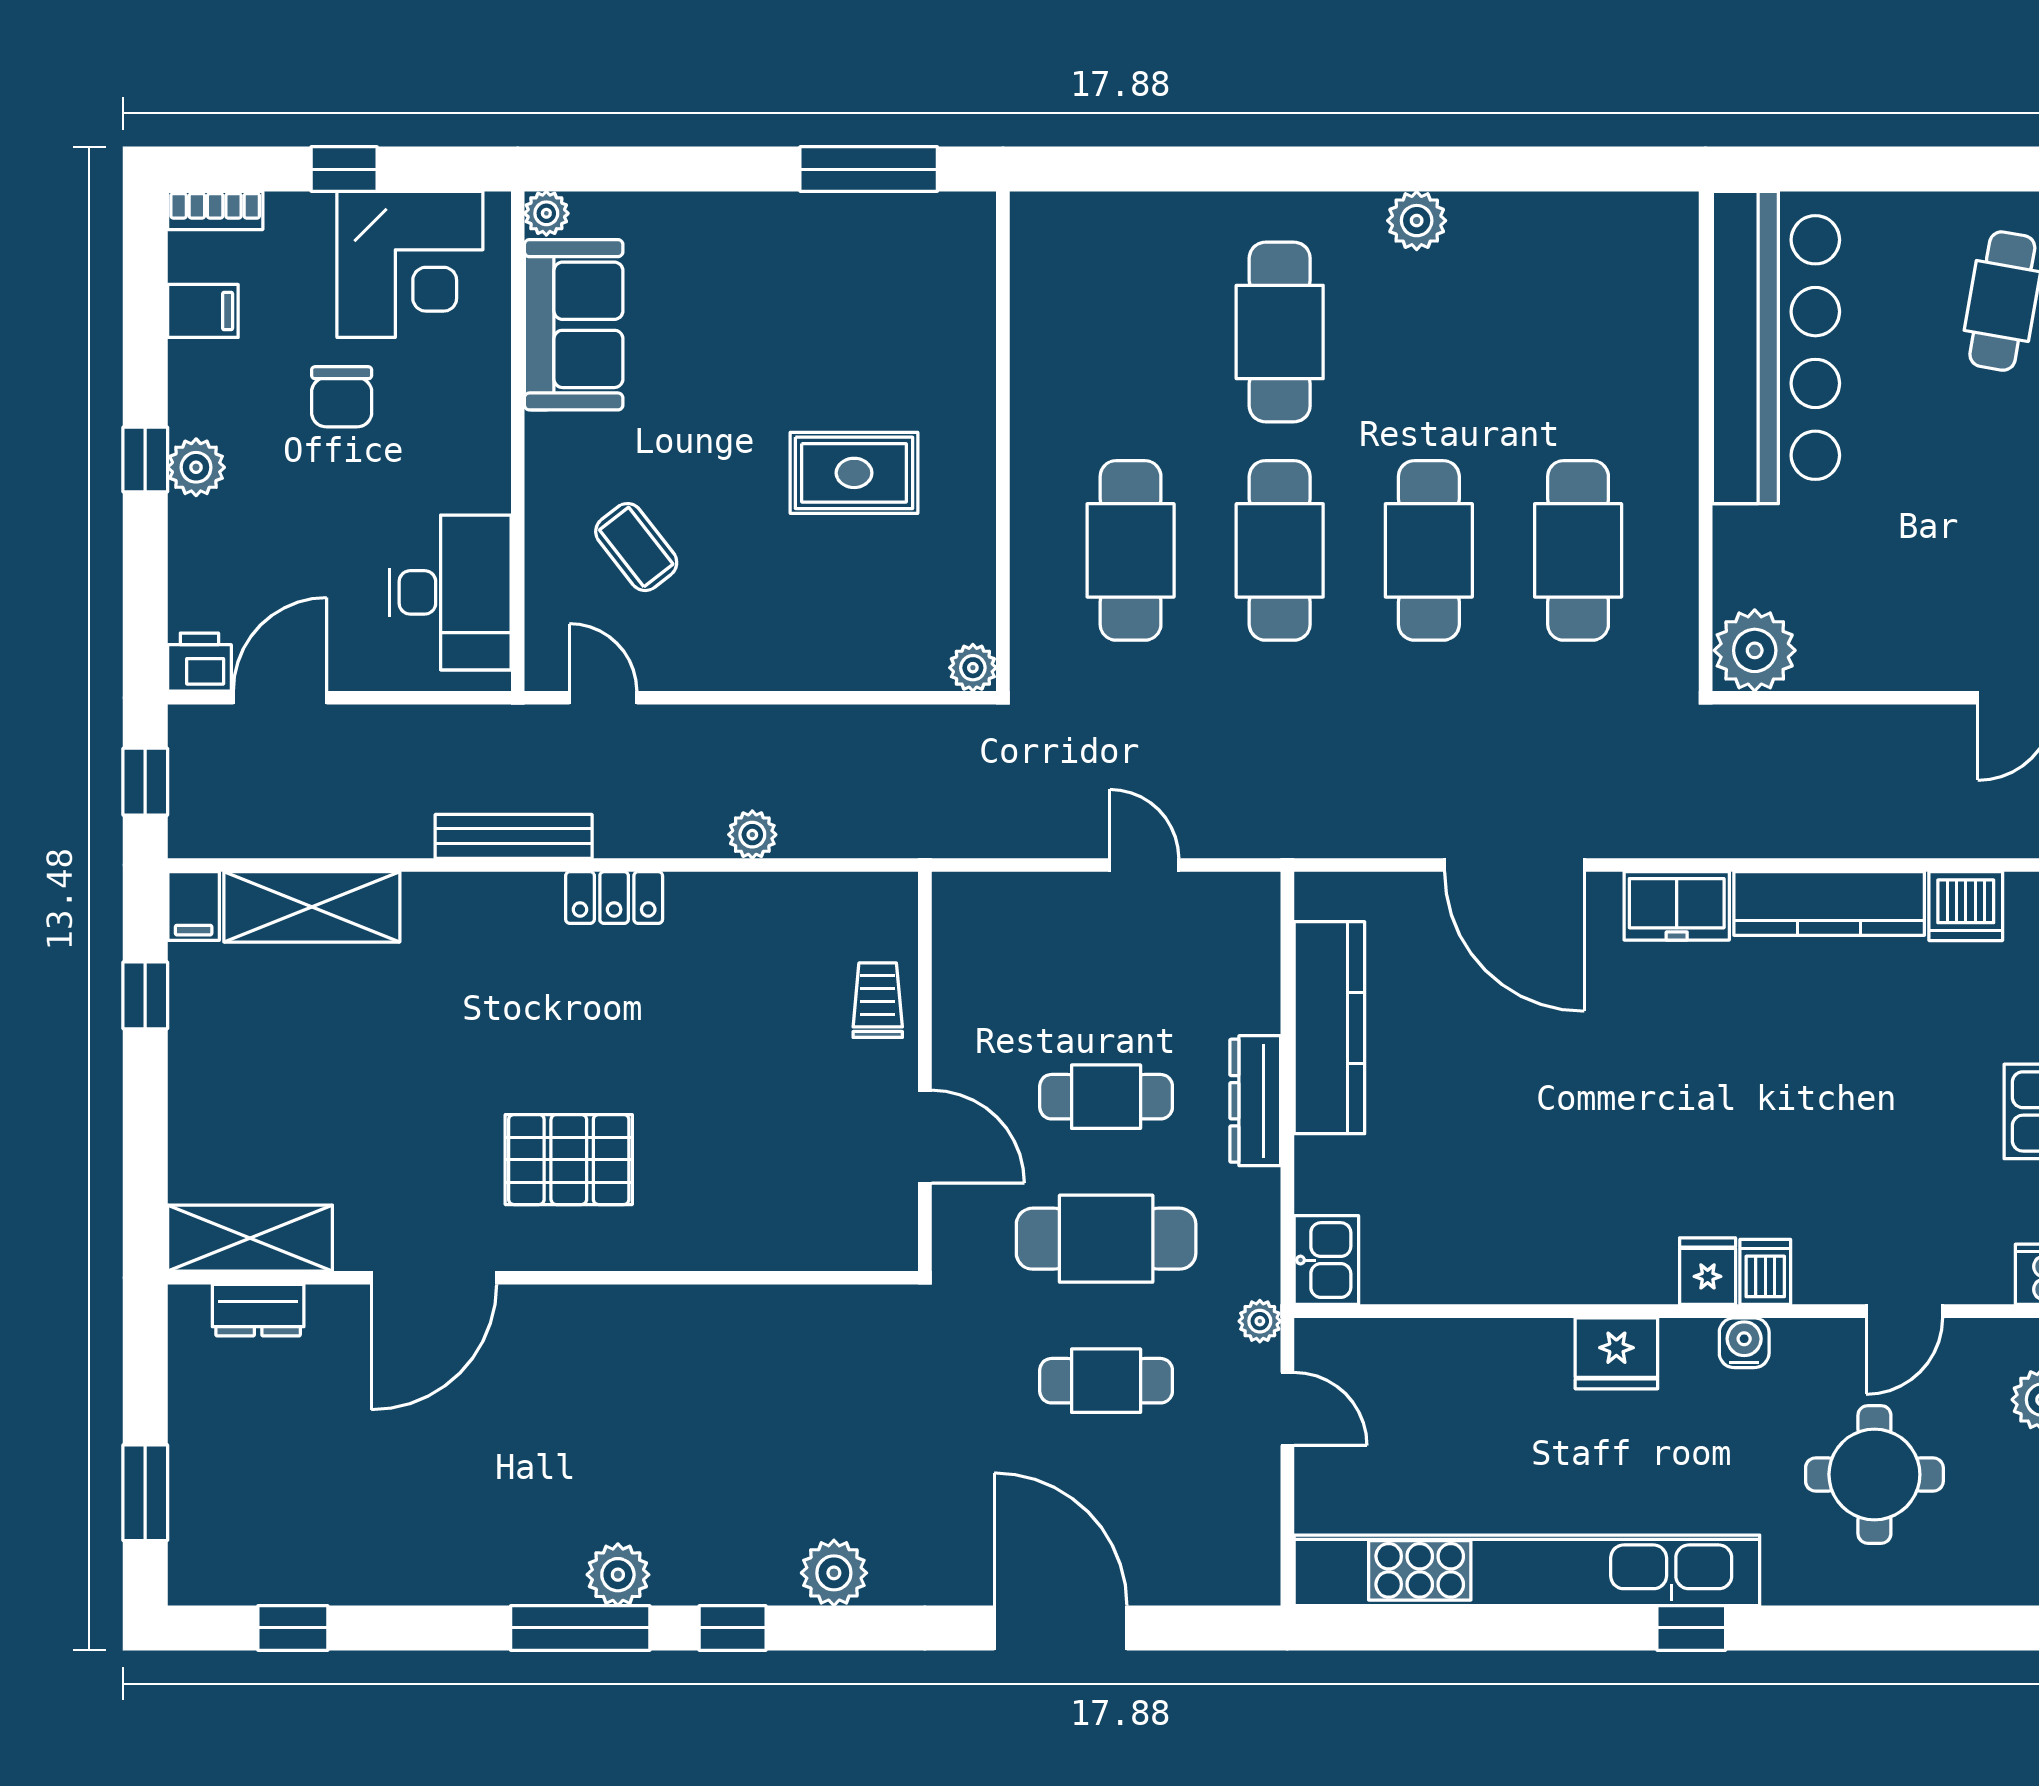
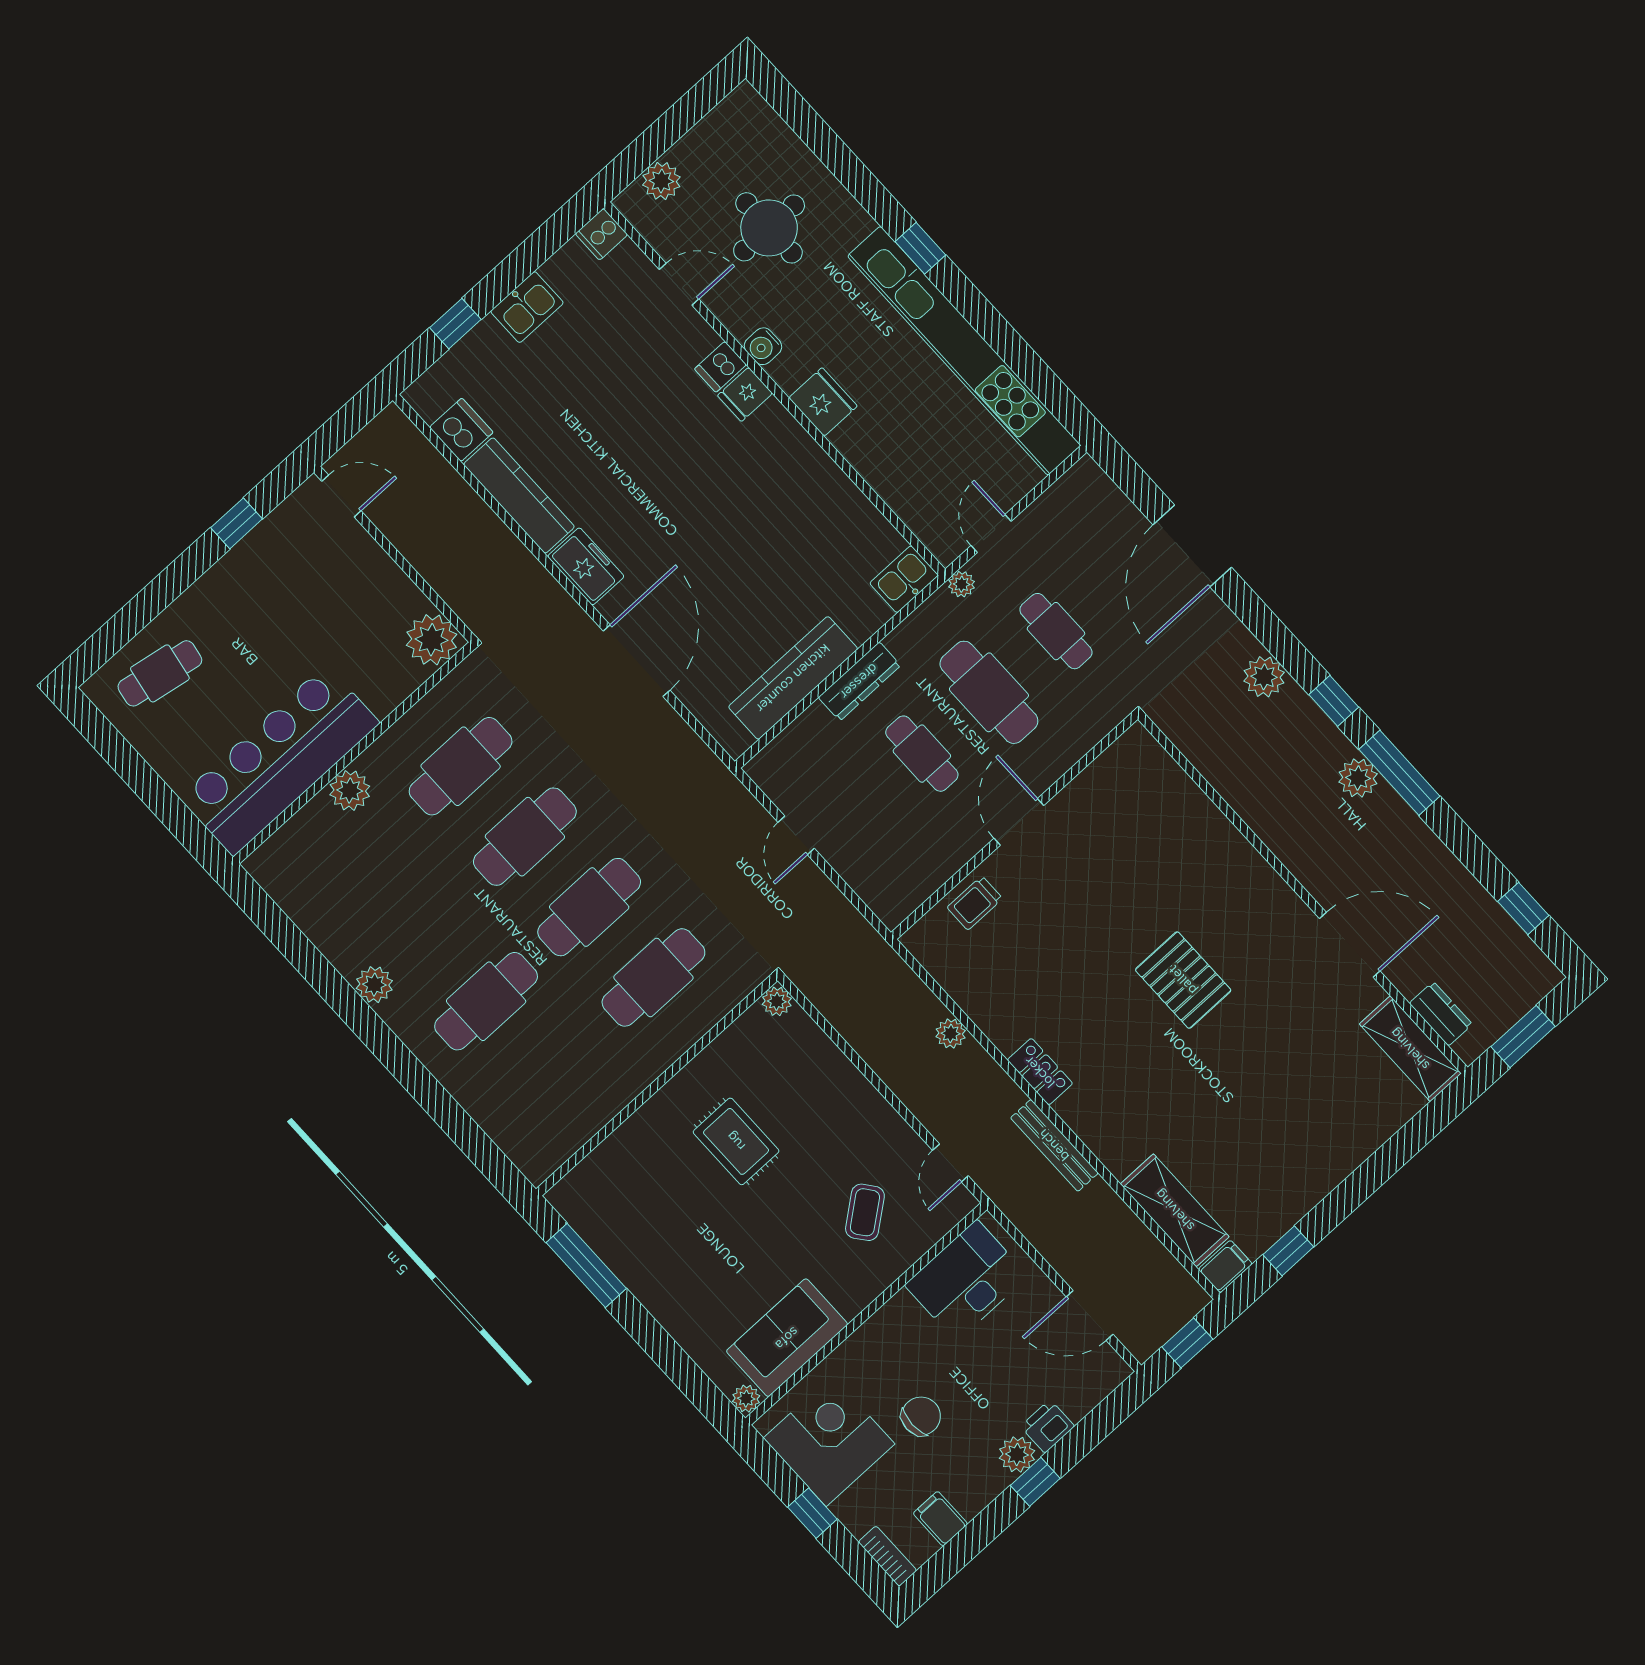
plant: (1667, 397) -> (350, 791), added
printer: (199, 662) -> (1047, 1426), moved, turned 90
shelving: (250, 1238) -> (1410, 1049), moved
door: (434, 1278) -> (1350, 945), moved
wall: (543, 1278) -> (1303, 893), moved
dresser: (258, 1310) -> (1441, 1014), moved

